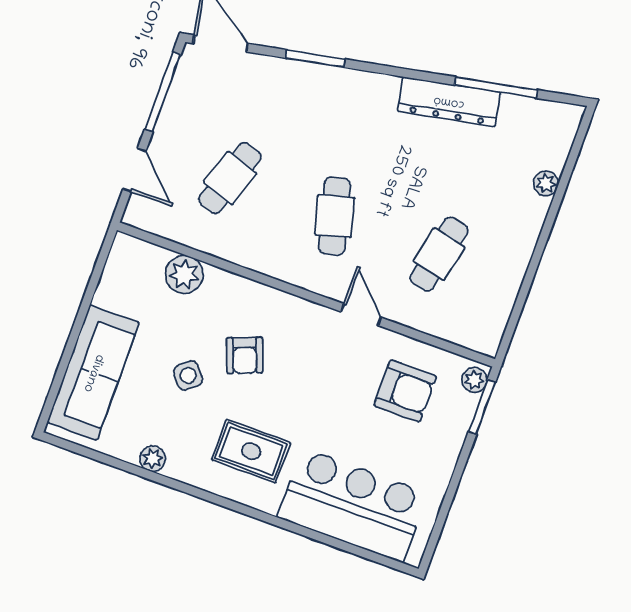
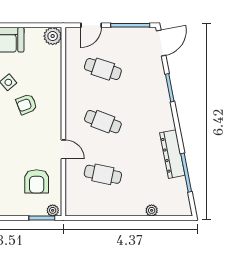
cafe table: (334, 216) -> (103, 122), turned 36
plant: (184, 274) -> (53, 36), moved
door: (361, 315) -> (63, 149), hinge flipped

